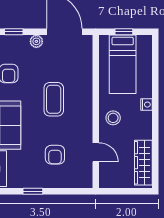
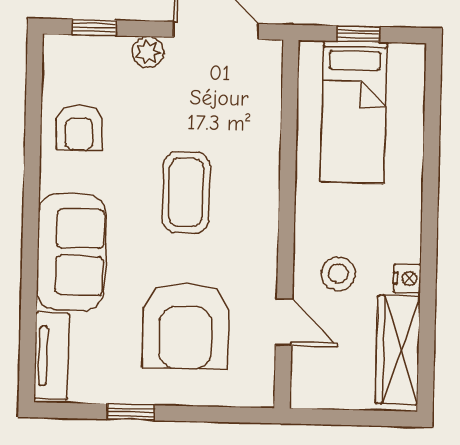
nightstand: (146, 105) -> (407, 278), moved
stool: (113, 118) -> (338, 274), moved
armchair: (55, 155) -> (186, 325), width x1.88, depth x1.88

